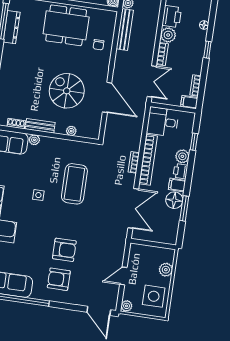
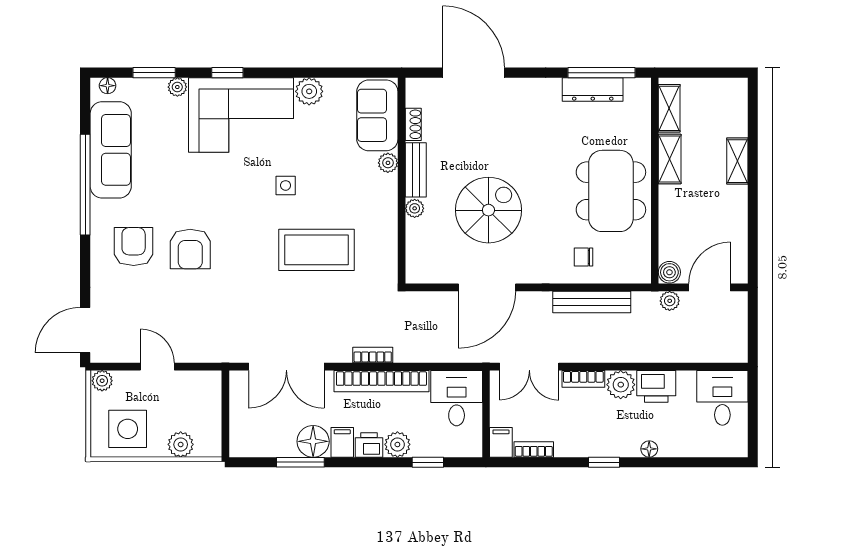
bench: (125, 30) -> (592, 302), moved
plant: (71, 131) -> (415, 208), moved

